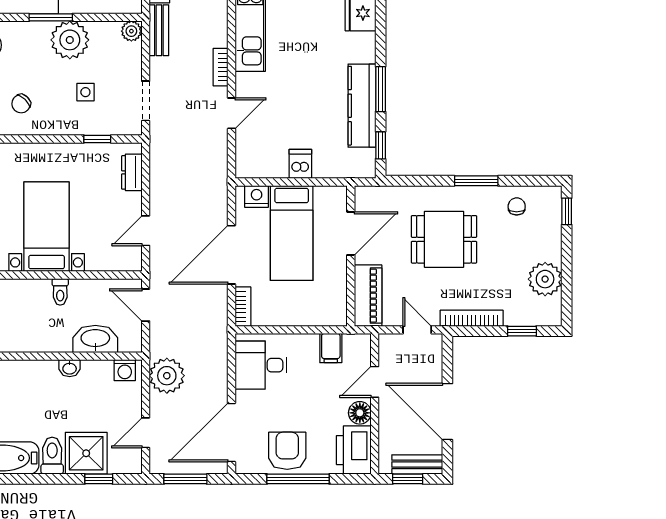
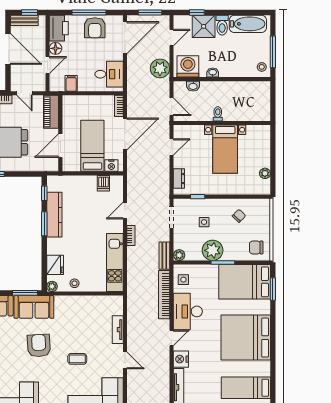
dishwasher: (300, 164) -> (103, 183), moved
washbasin: (95, 339) -> (193, 86), width x0.52, depth x0.69
washing machine: (125, 370) -> (188, 66), width x1.89, depth x1.89

